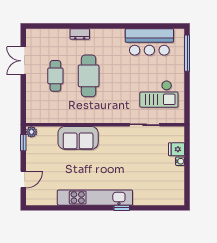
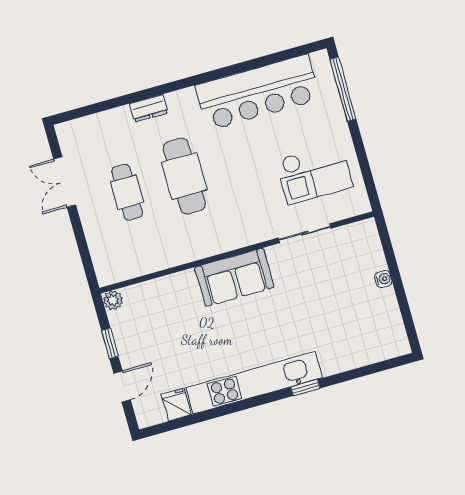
bar counter: (149, 42) -> (258, 92), width x1.36
sofa: (78, 138) -> (234, 277), moved
window: (23, 143) -> (110, 343), moved
fridge: (177, 149) -> (176, 404), moved, turned 90

